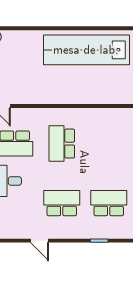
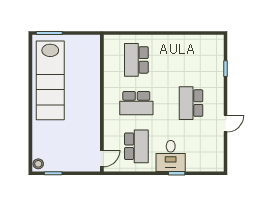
school desk: (109, 203) -> (136, 60), moved

